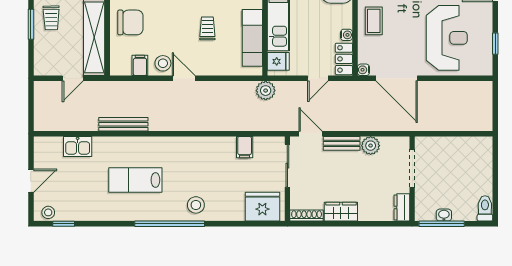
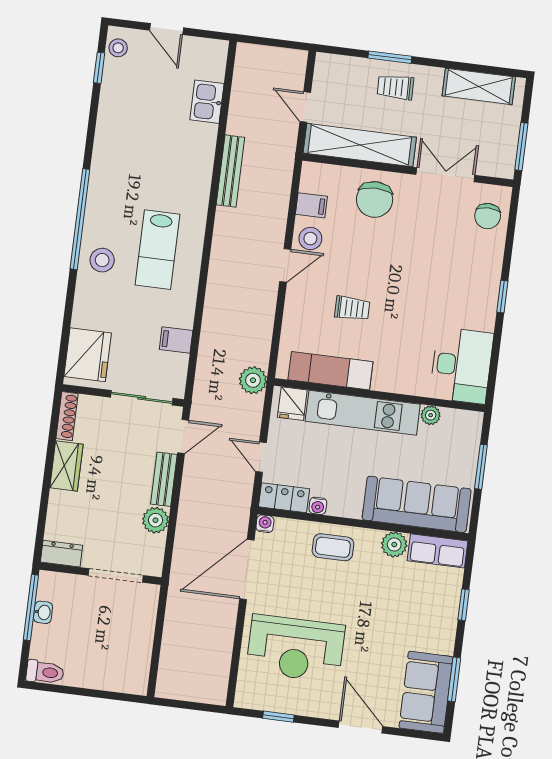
lab bench: (135, 180) -> (158, 250), moved, turned 180

